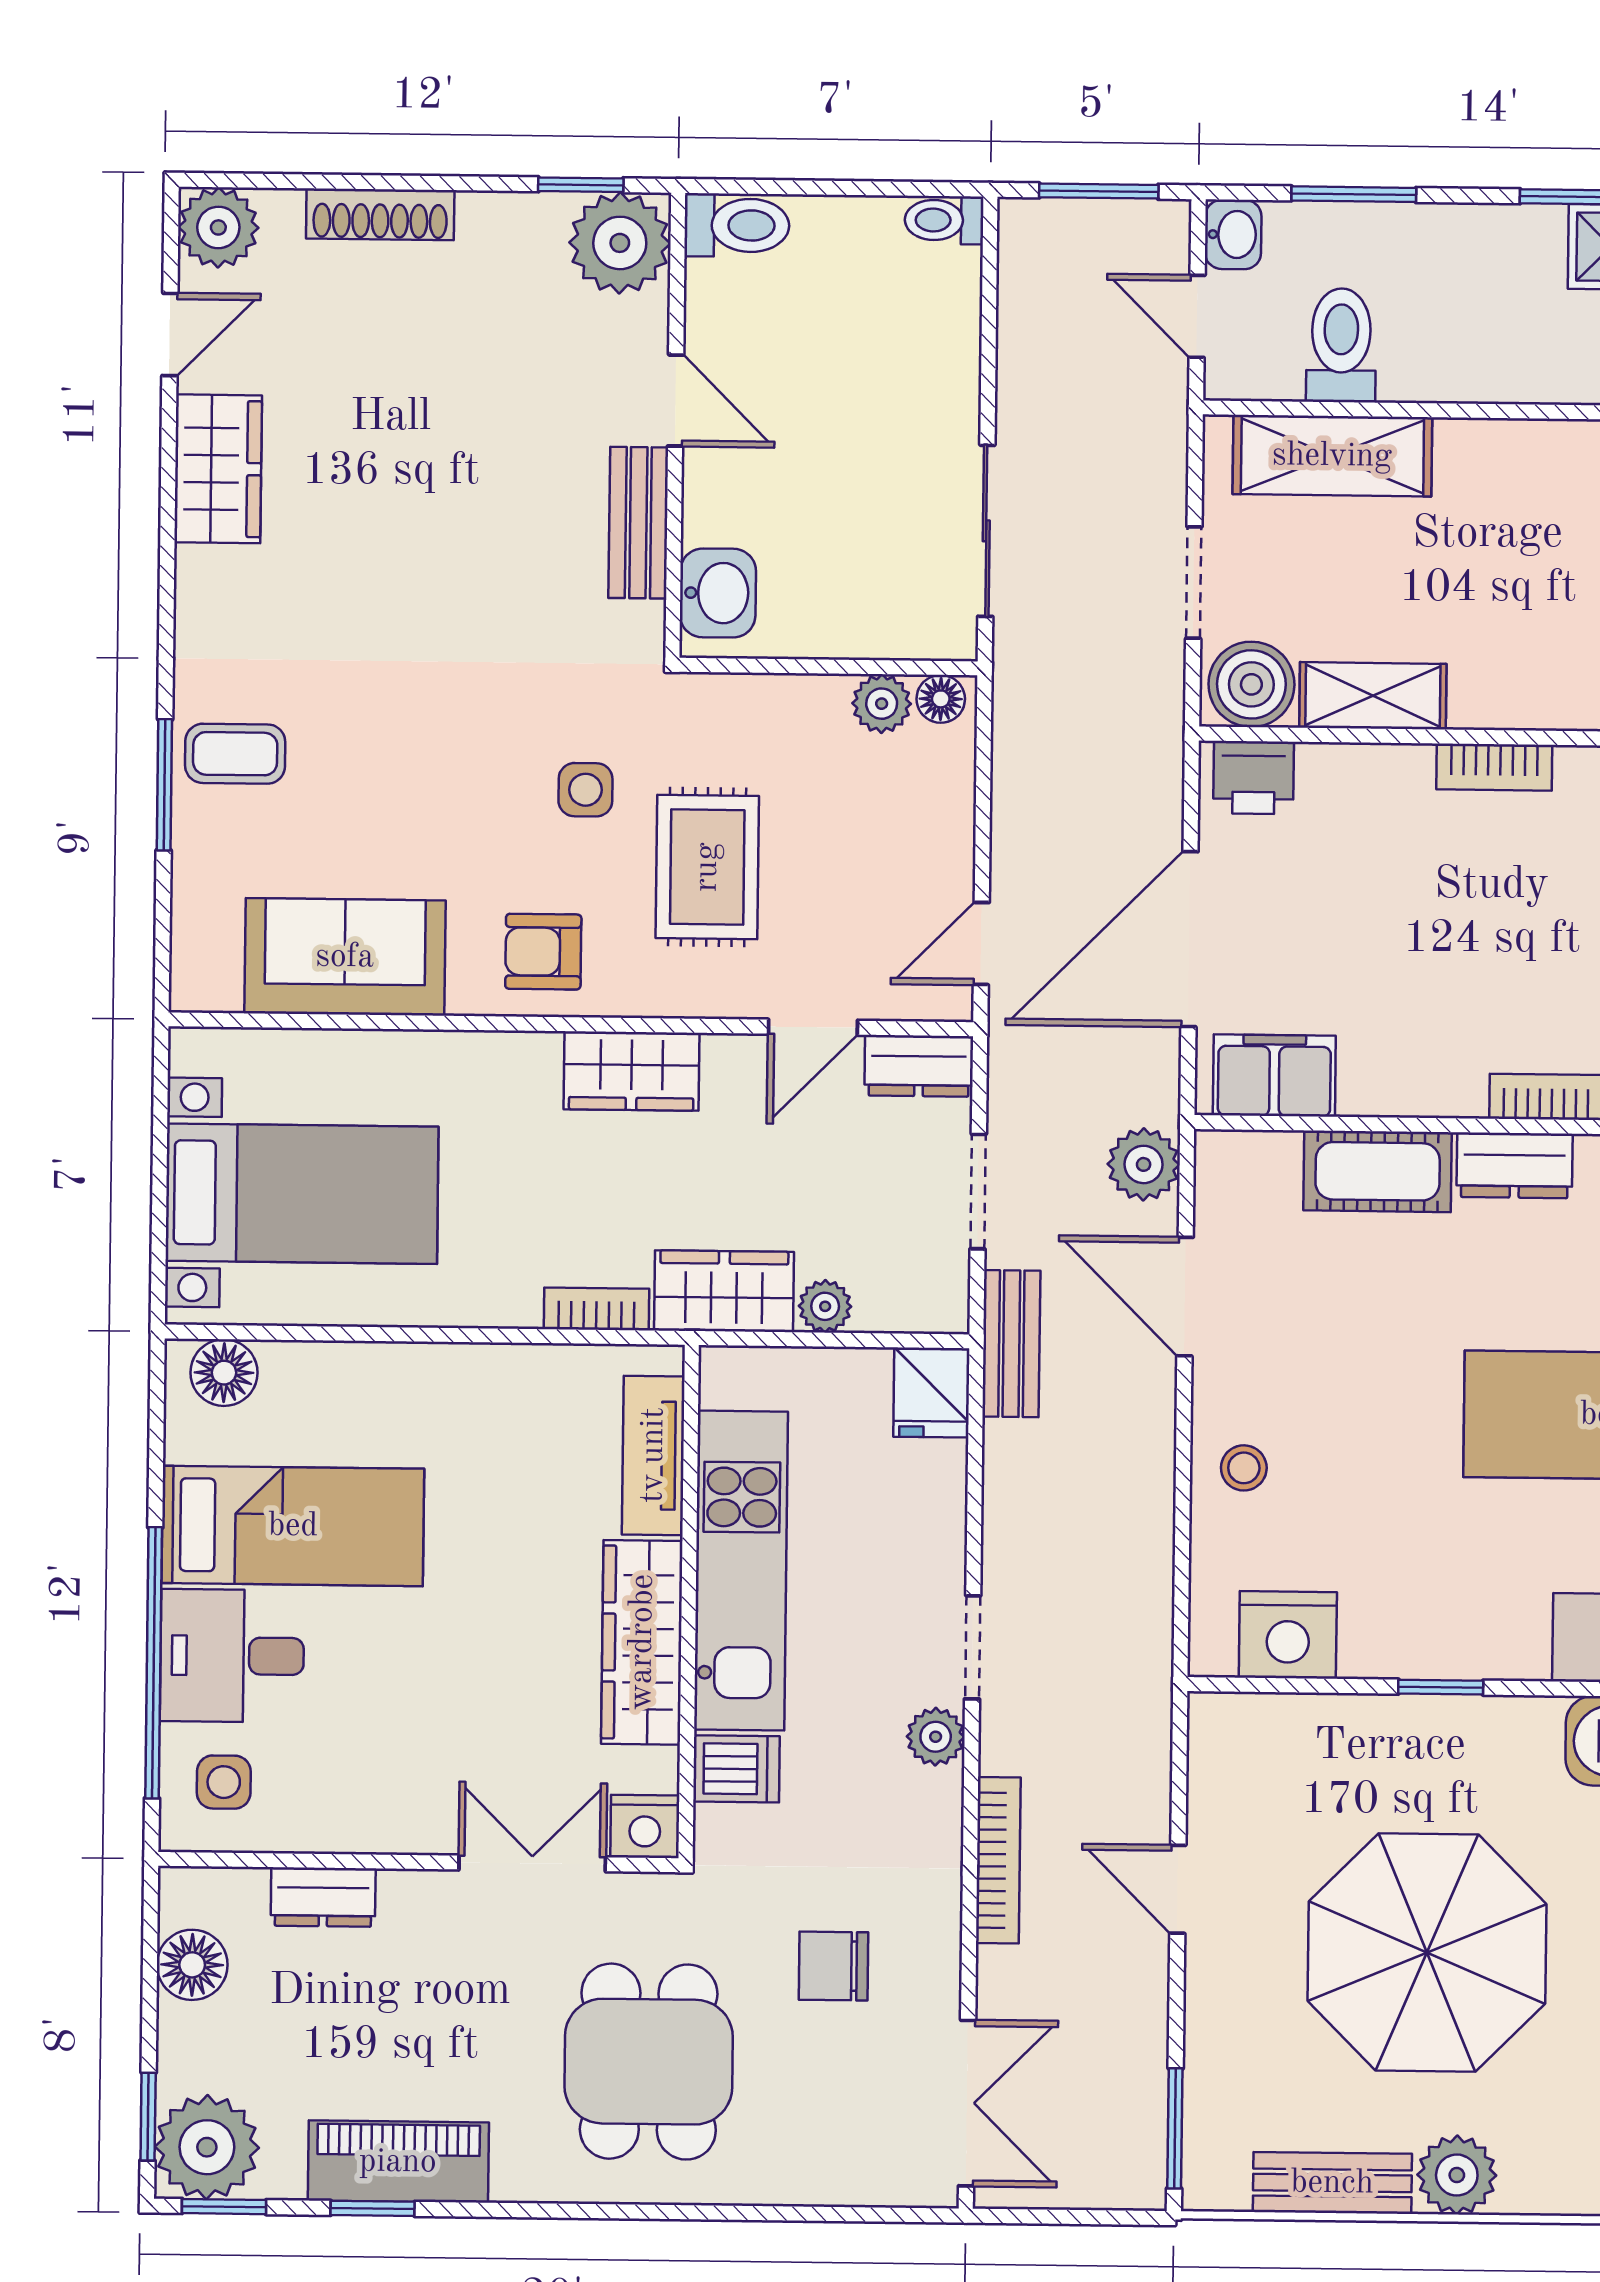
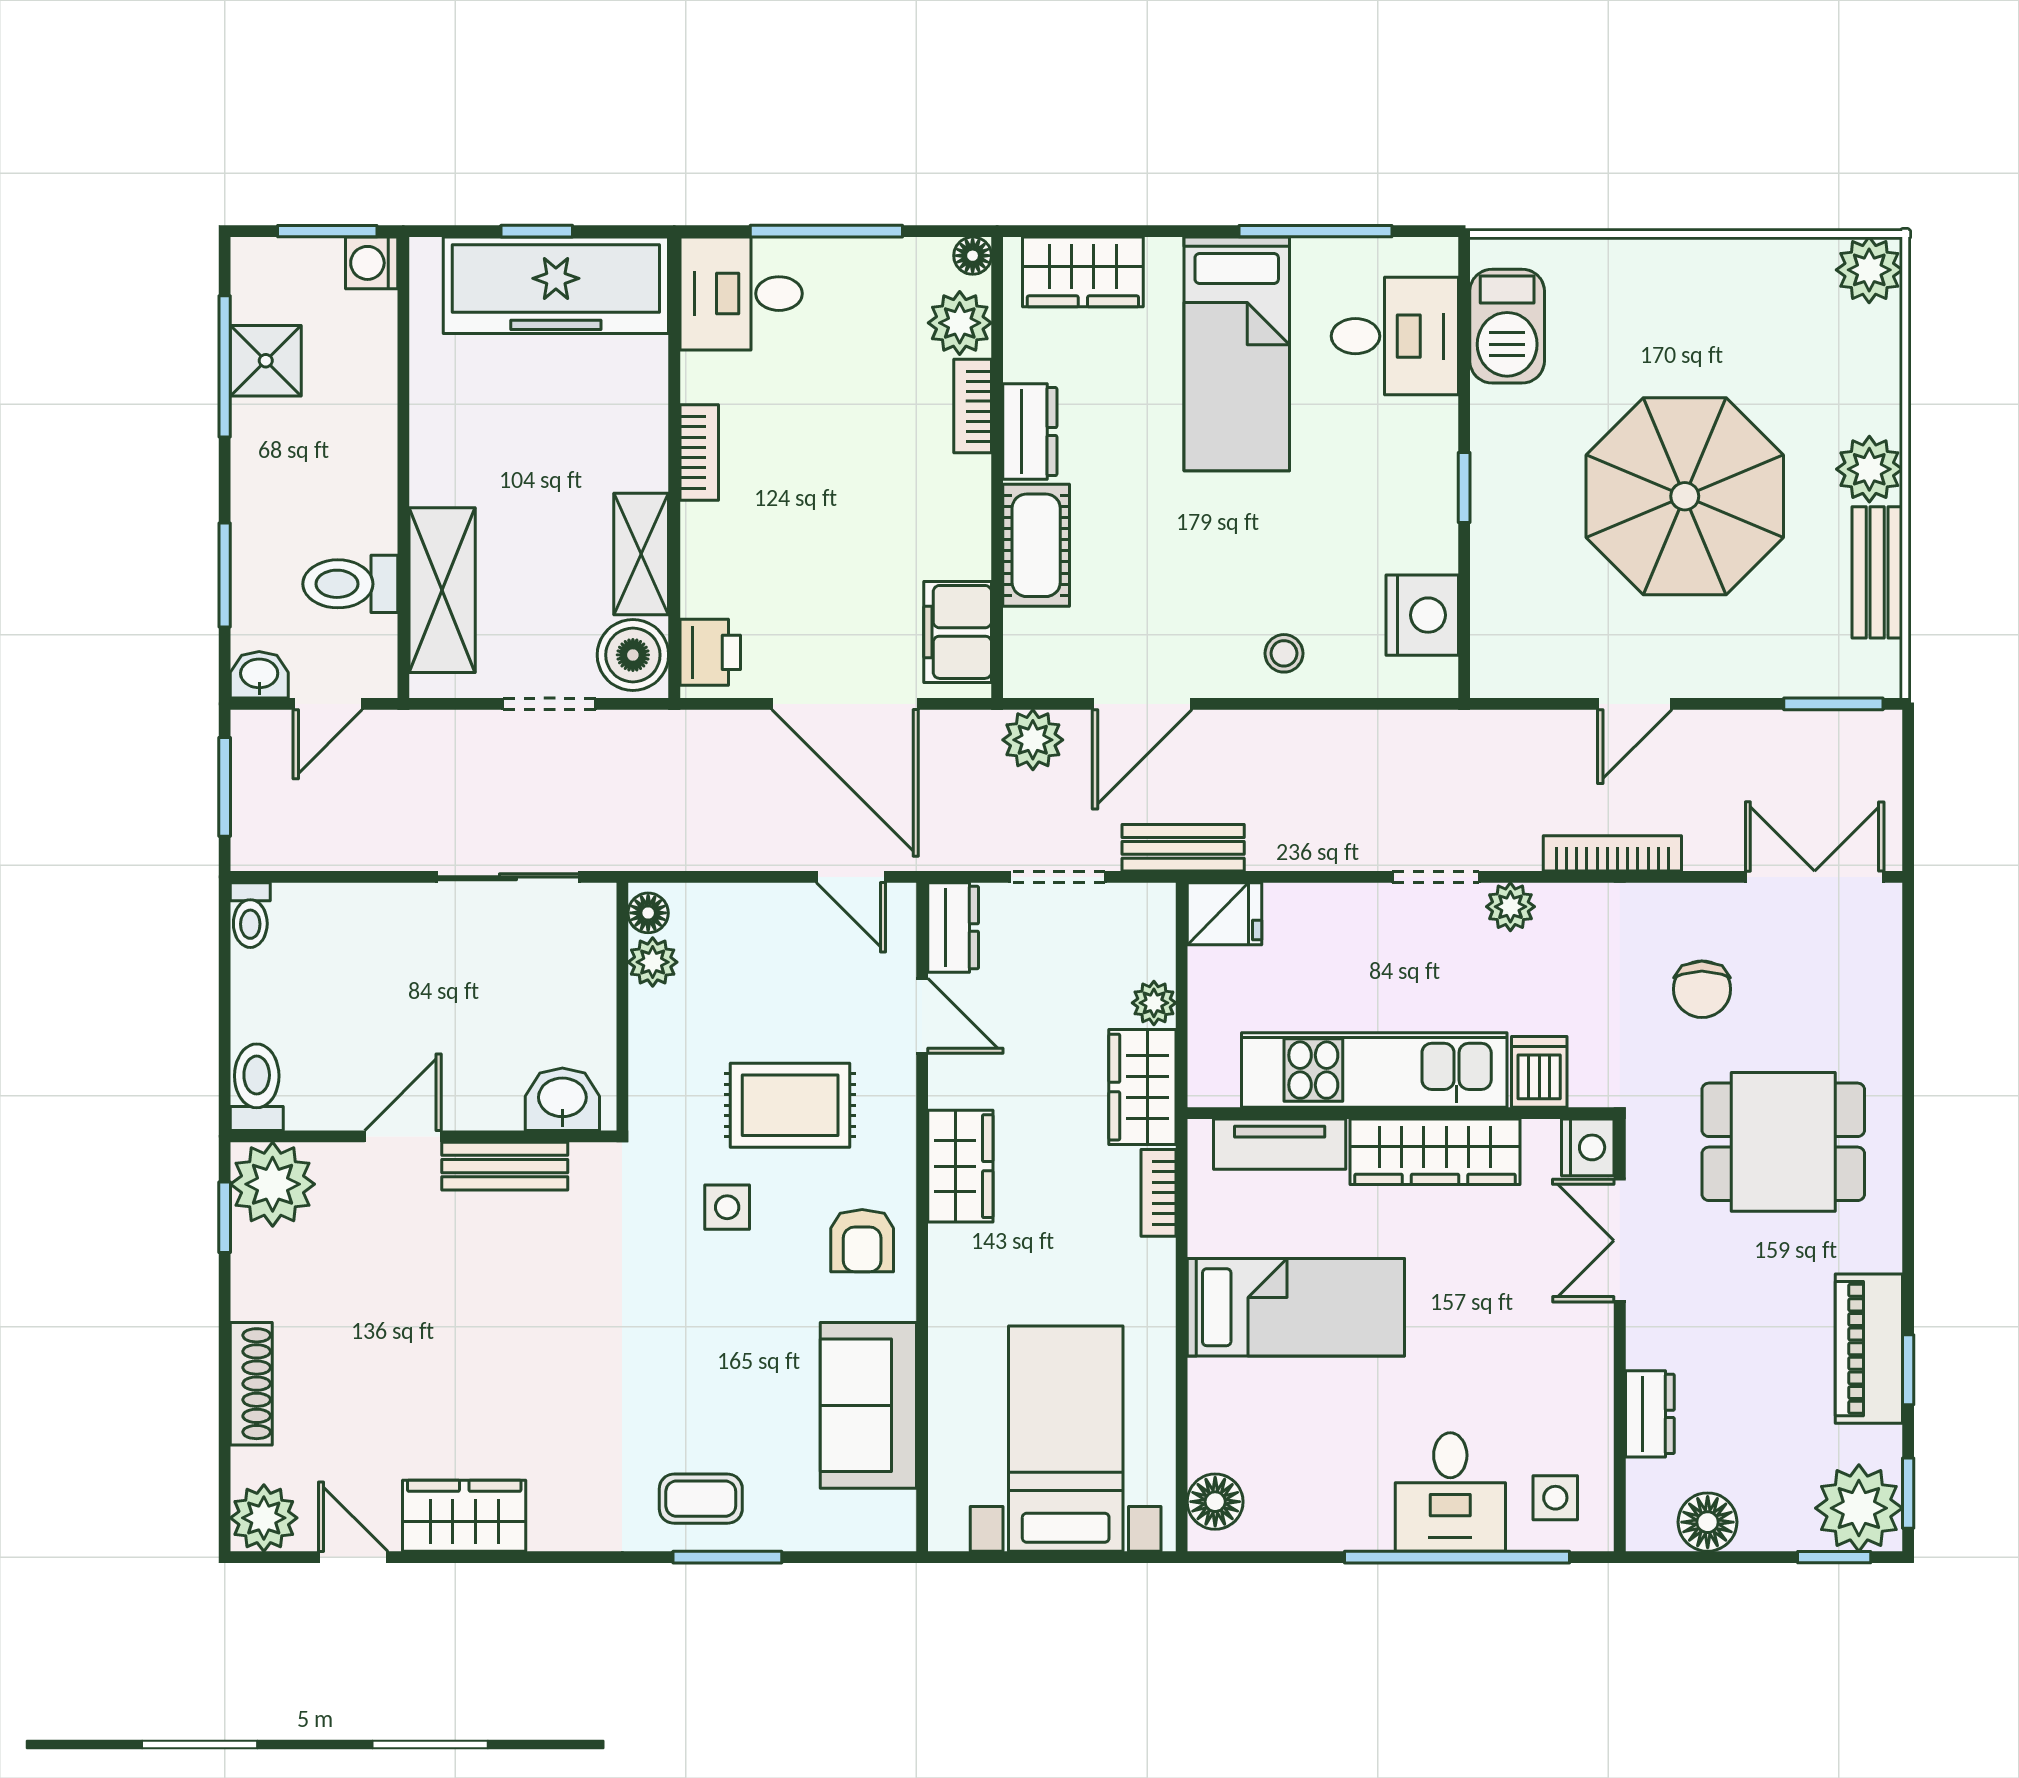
coffee table: (235, 754) -> (701, 1499), turned 90
bed: (293, 1526) -> (1296, 1307), moved, turned 90

